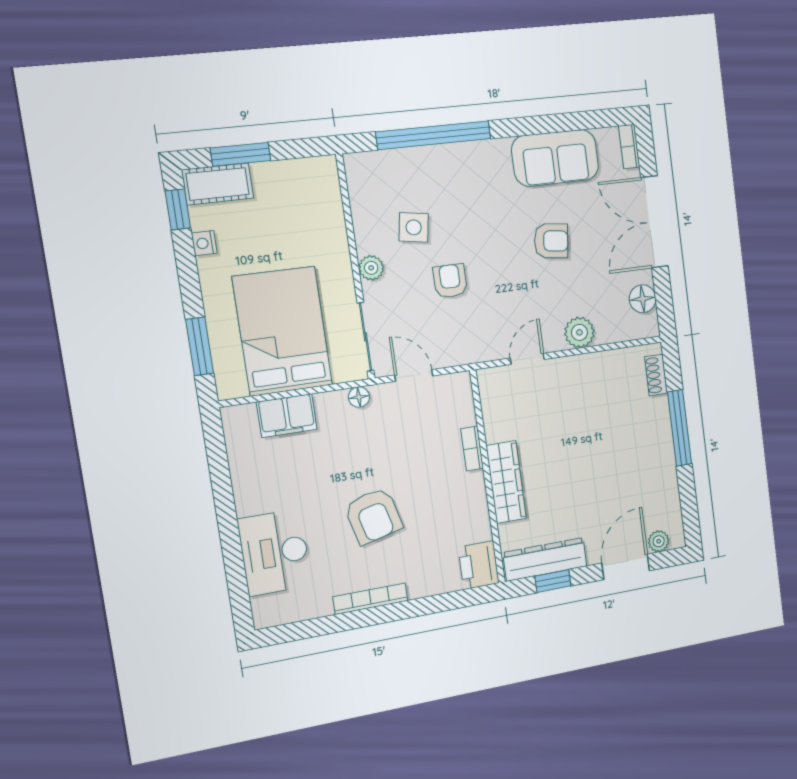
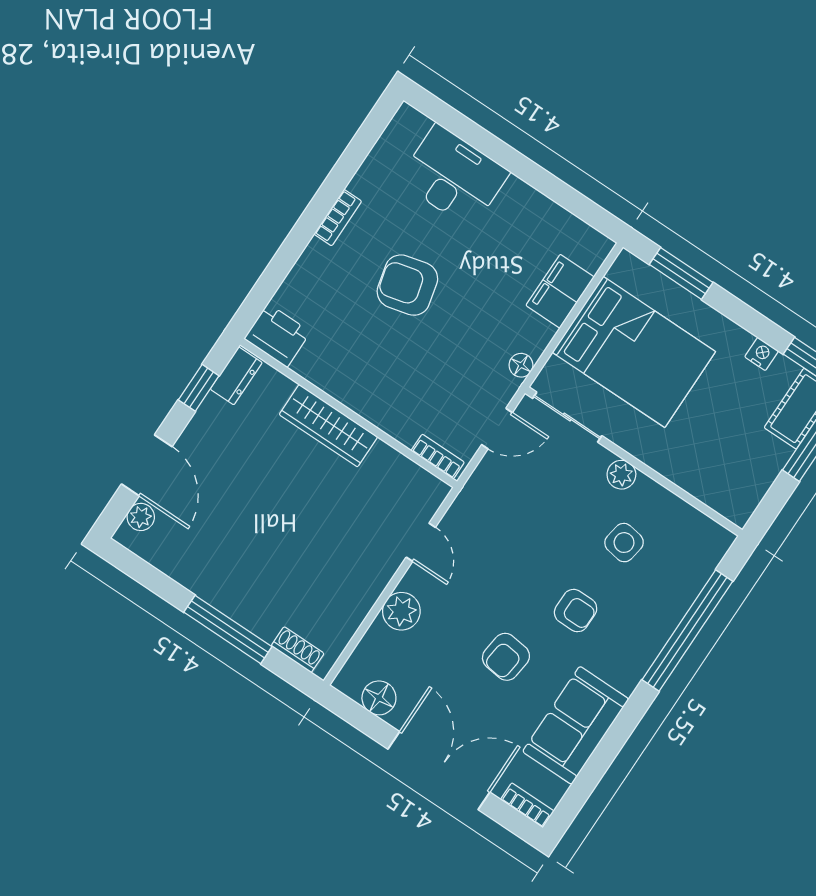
armchair: (450, 281) -> (576, 611), moved
bookcase: (472, 449) -> (438, 456), moved
dresser: (545, 559) -> (236, 376), width x0.51, depth x0.80
bookcase: (370, 599) -> (338, 218), width x0.64

